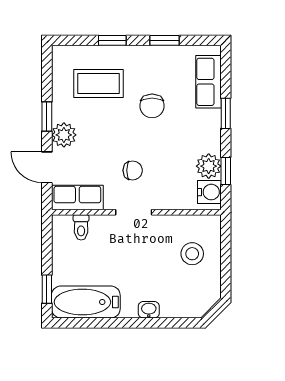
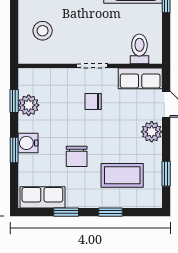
row of seats: (208, 82) -> (42, 197), moved, turned -90
chair: (152, 106) -> (77, 156), turned 180
window: (47, 117) -> (166, 174), moved
water cooler: (209, 192) -> (28, 143), moved
toilet: (81, 227) -> (139, 49), width x1.37, depth x1.39

